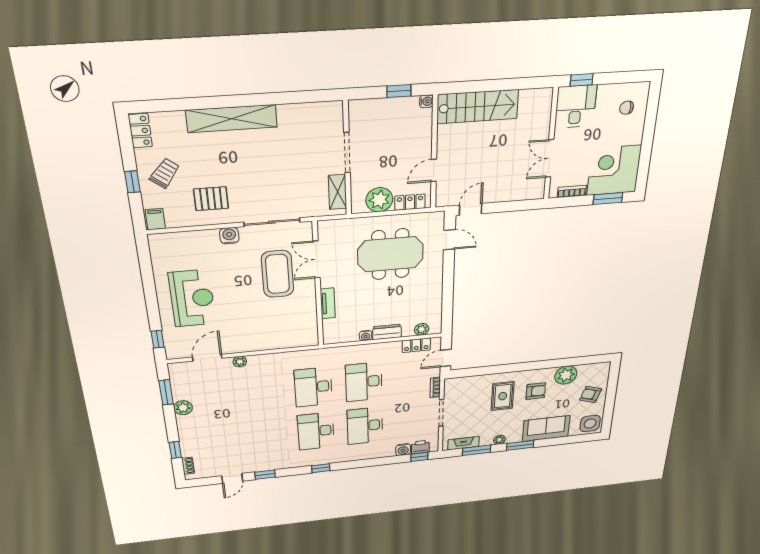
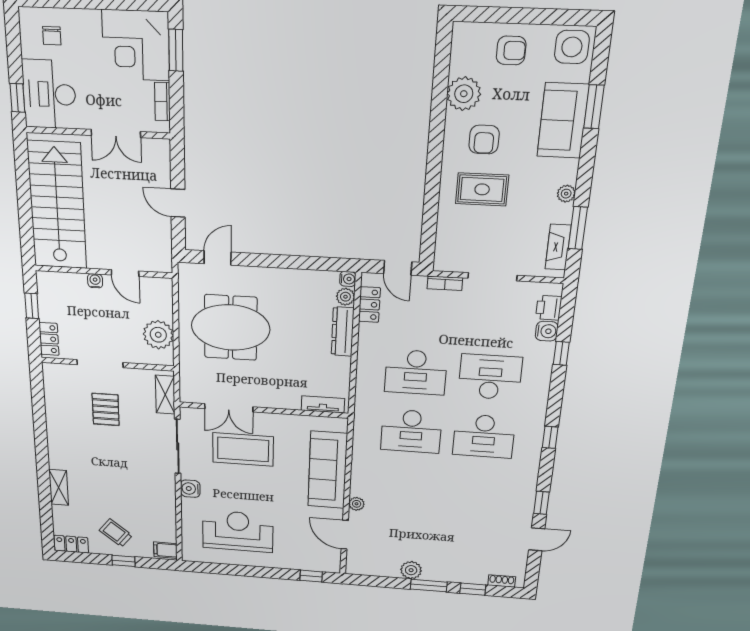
water cooler: (426, 101) -> (95, 281), moved
desk: (576, 106) -> (49, 94), width x1.37
stairs: (478, 107) -> (57, 205), width x1.36, depth x1.51
shelving: (232, 119) -> (59, 487), width x0.45, depth x0.75
shelving: (338, 192) -> (165, 395), moved, turned 90
pallet: (211, 199) -> (106, 409), moved
locker: (410, 202) -> (49, 339), moved, turned 180
door: (471, 209) -> (178, 203), moved
meeting table: (390, 254) -> (231, 328), turned 90
reception desk: (192, 298) -> (238, 531), moved
tv unit: (328, 303) -> (323, 404), moved
dresser: (387, 332) -> (343, 332), width x1.44
water cooler: (366, 336) -> (348, 279), moved
sofa: (268, 337) -> (328, 470), added
armchair: (536, 391) -> (484, 139), turned 180
window: (166, 392) -> (429, 586), moved
armchair: (591, 394) -> (511, 50), turned -108
desk: (365, 426) -> (490, 377), turned 180
window: (520, 445) -> (594, 107), moved
window: (419, 457) -> (561, 353), moved
door: (232, 478) -> (537, 539), hinge flipped

